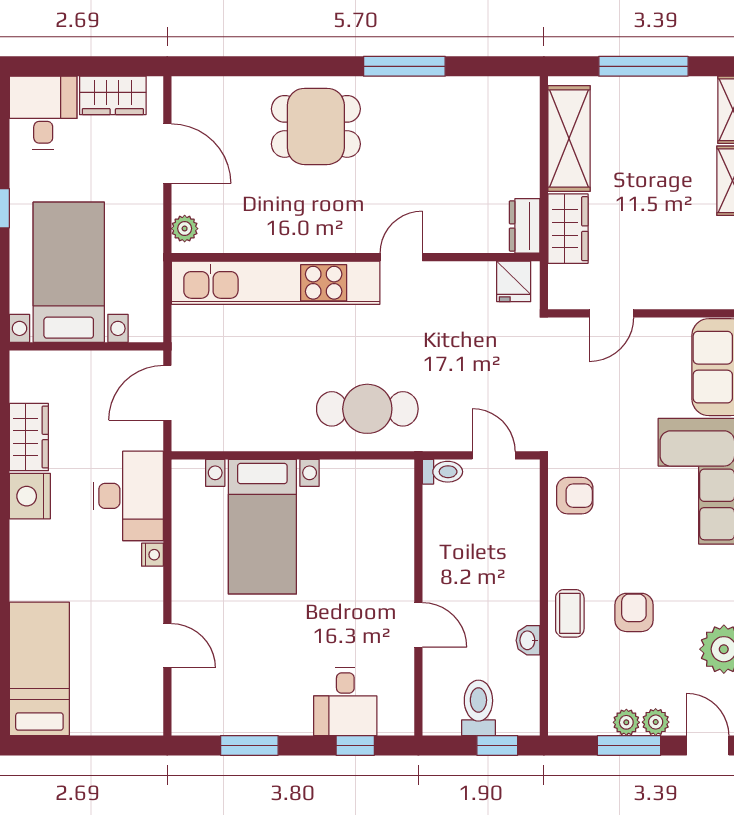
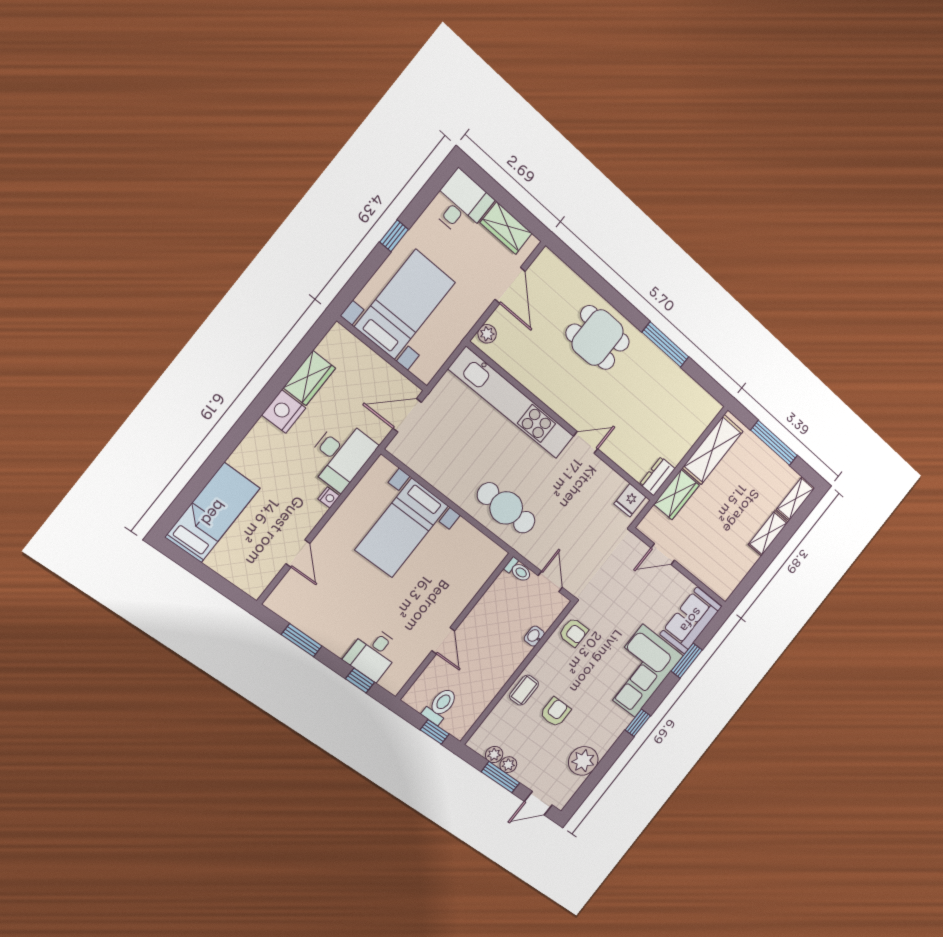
washbasin: (528, 640) -> (534, 636), moved
plant: (656, 722) -> (494, 755), moved
door: (708, 745) -> (538, 803), swing flipped

